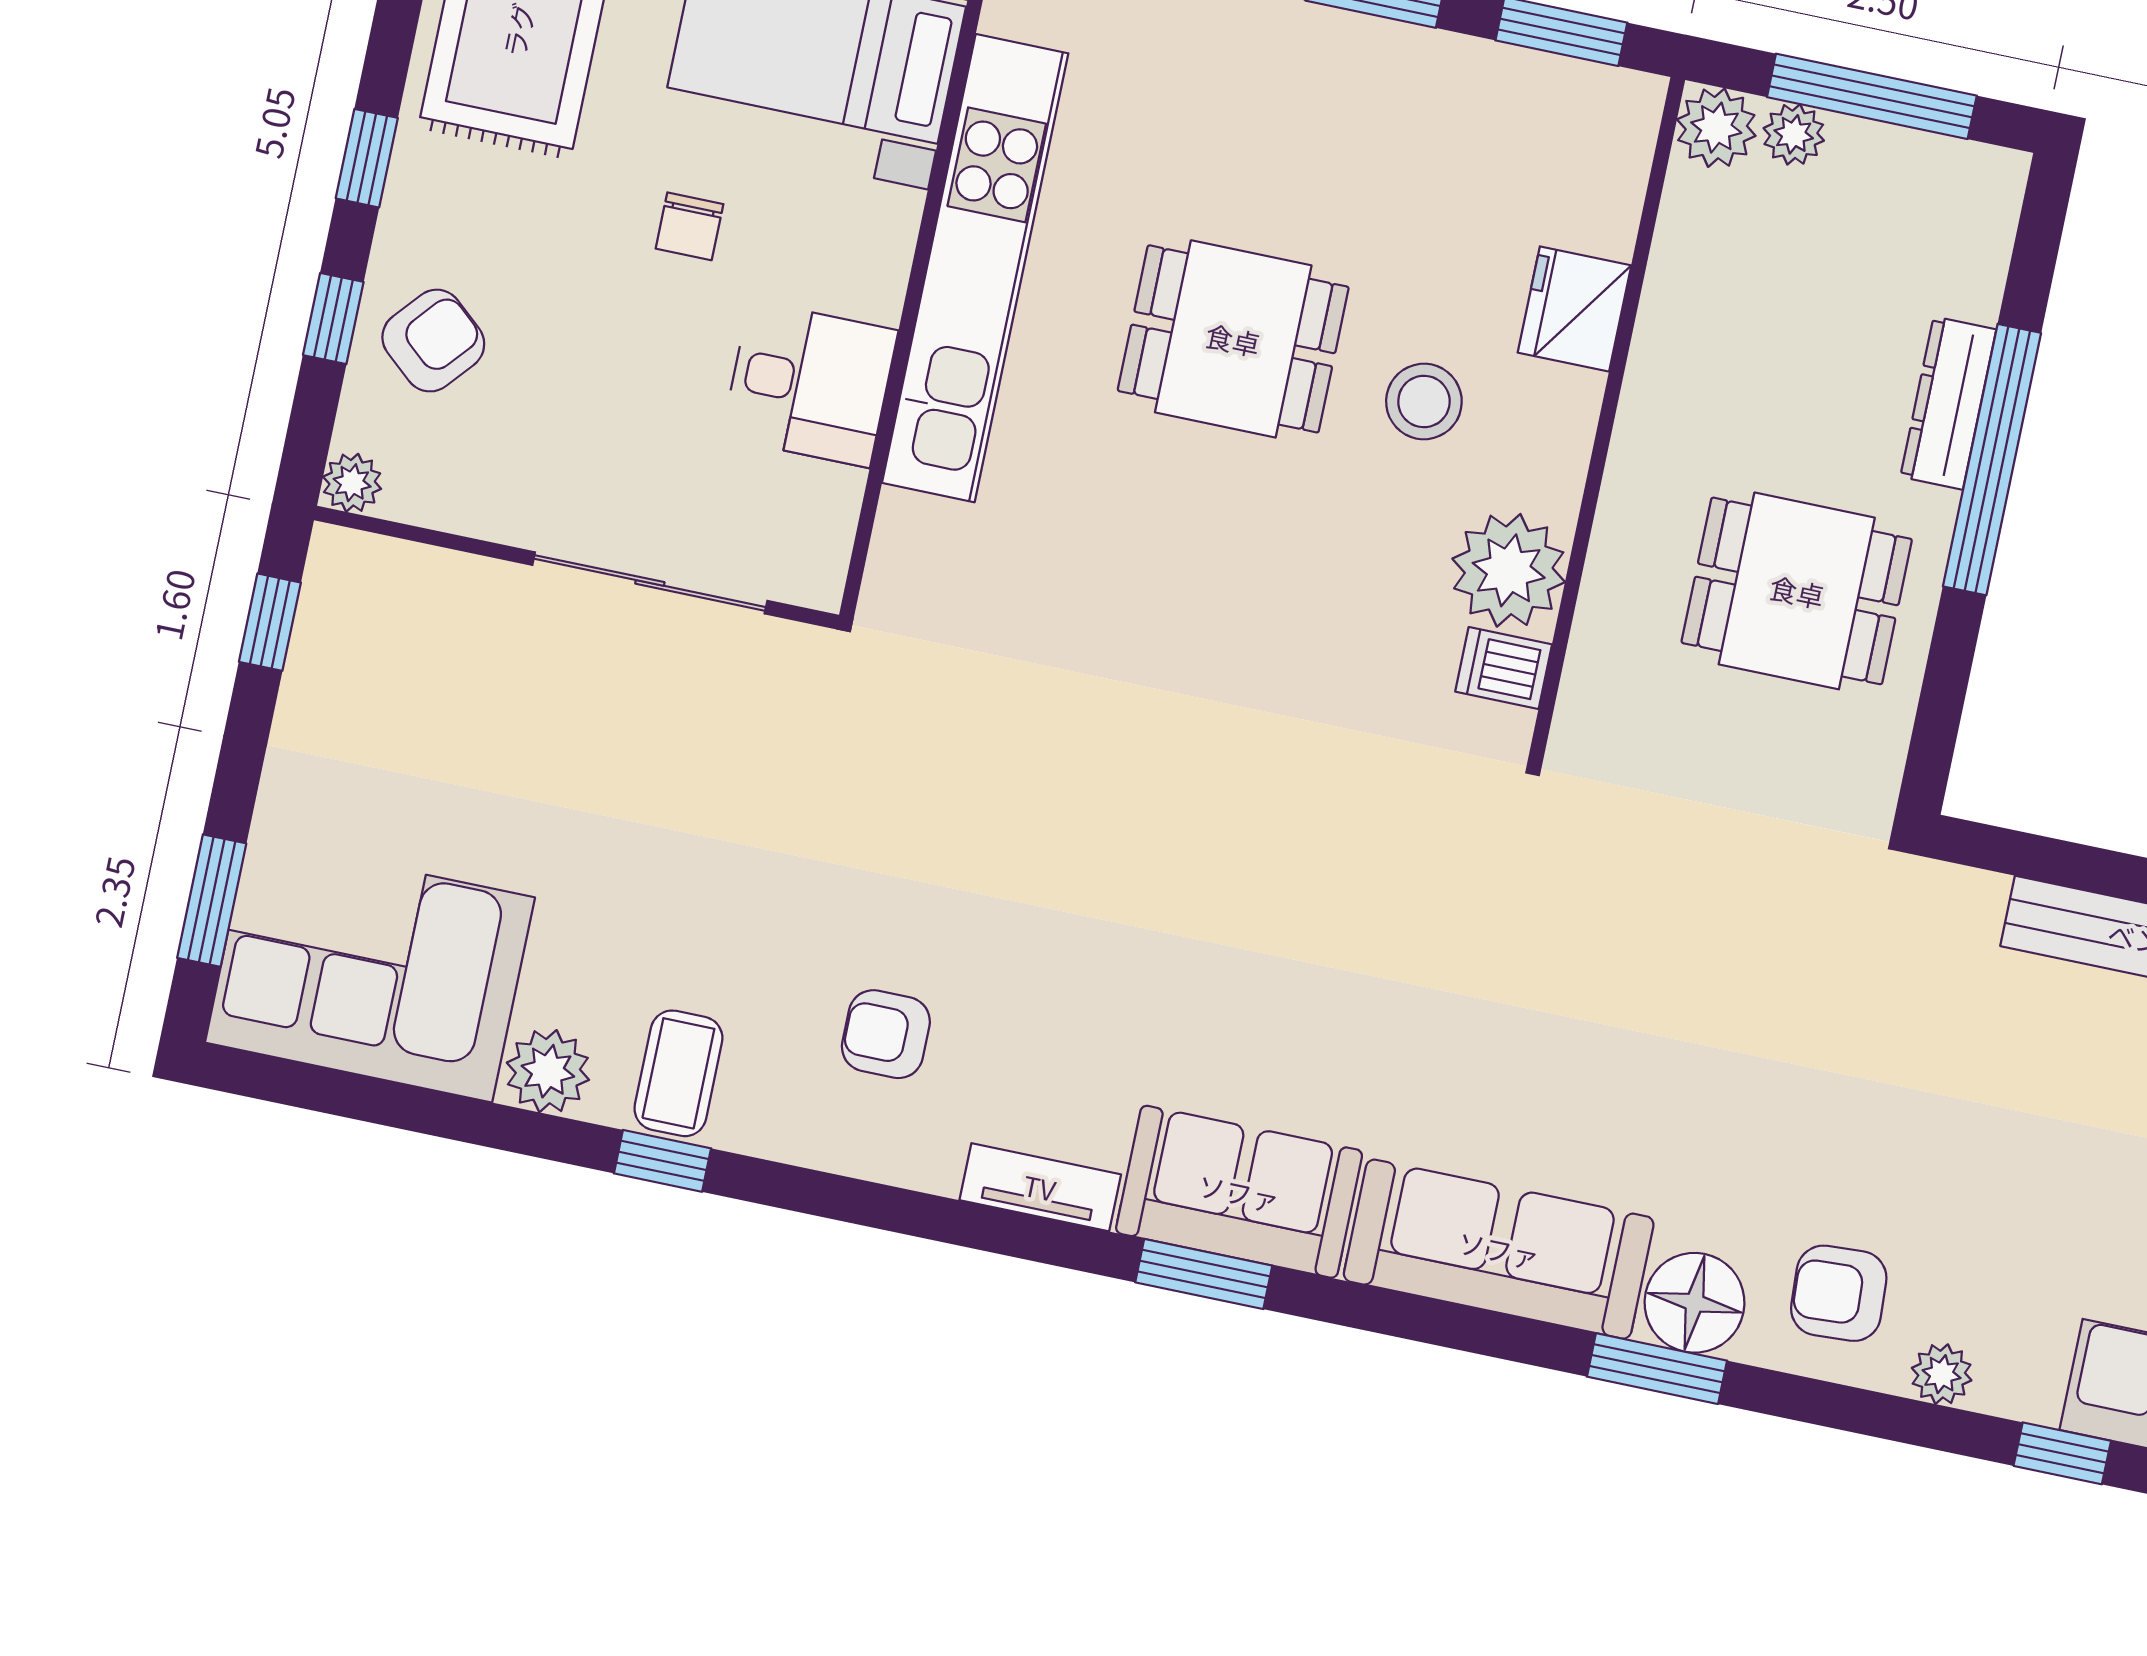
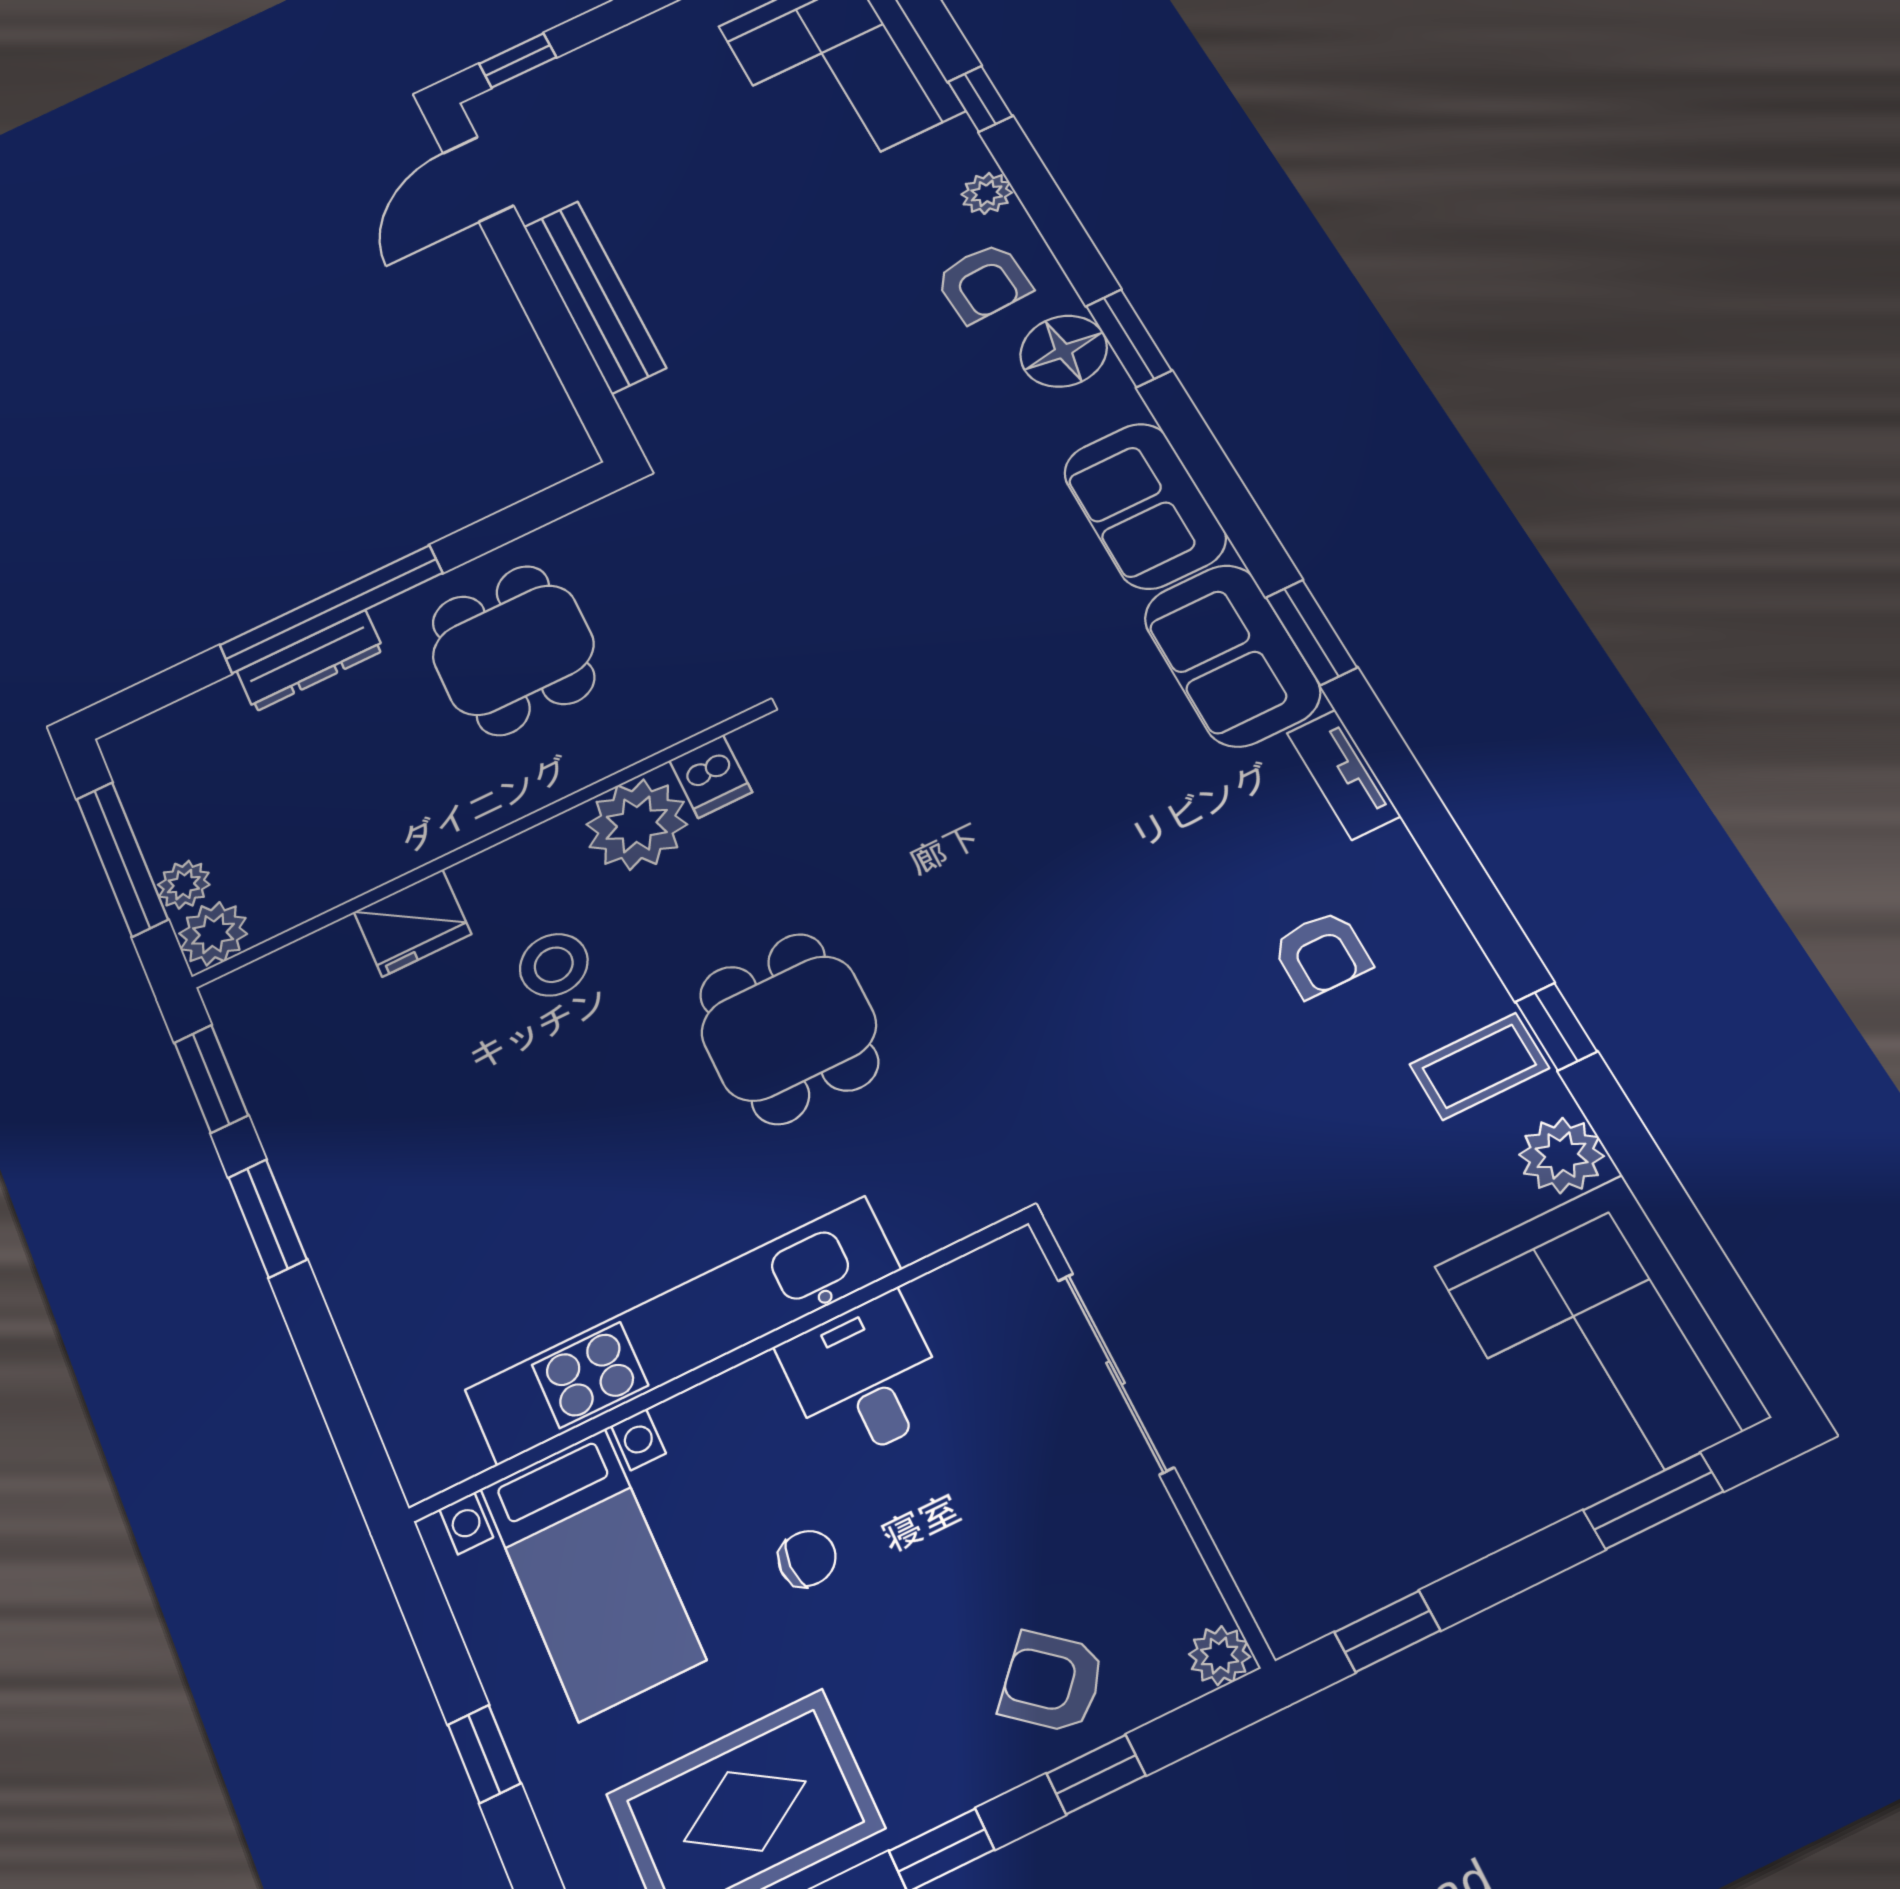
dining table: (1233, 339) -> (789, 1028), moved
sofa: (1499, 1249) -> (1145, 506), width x0.73

